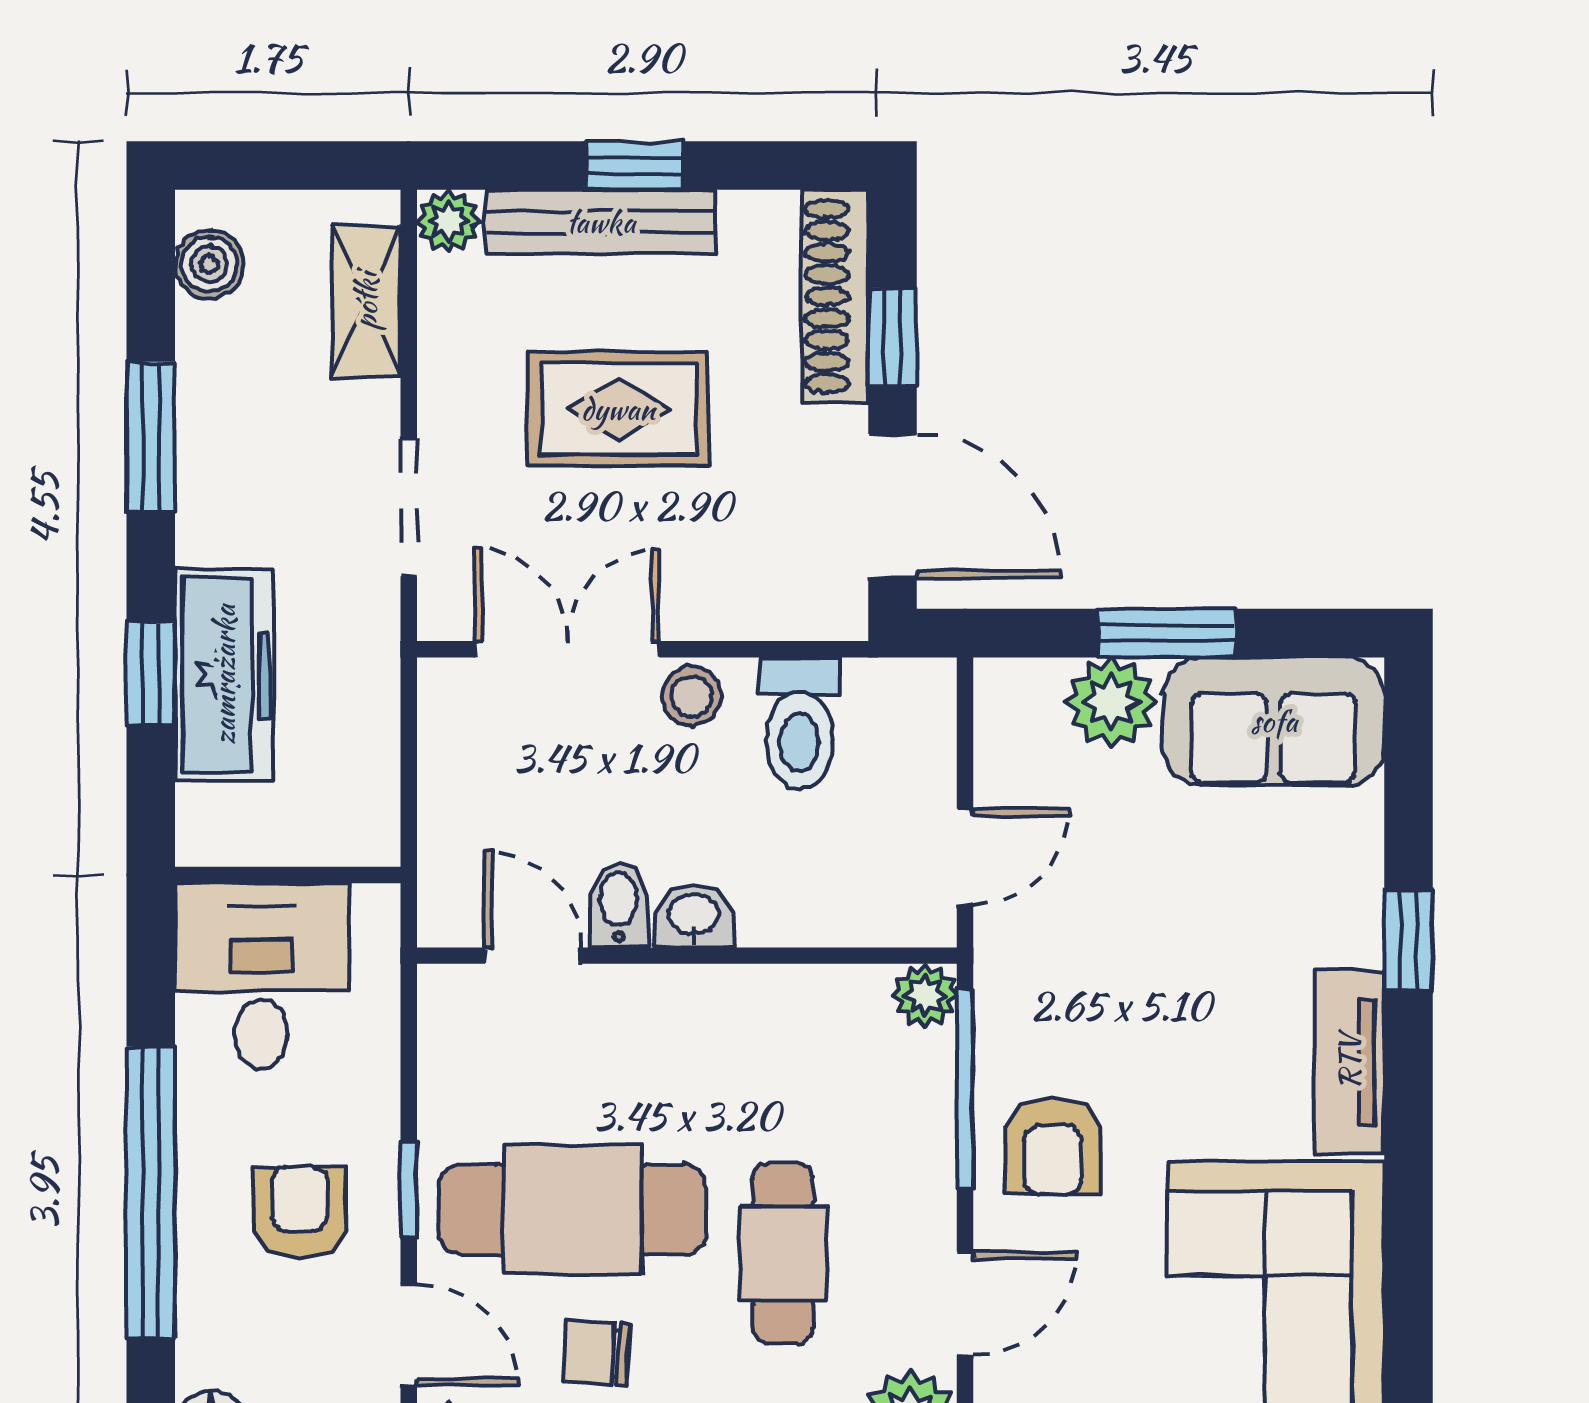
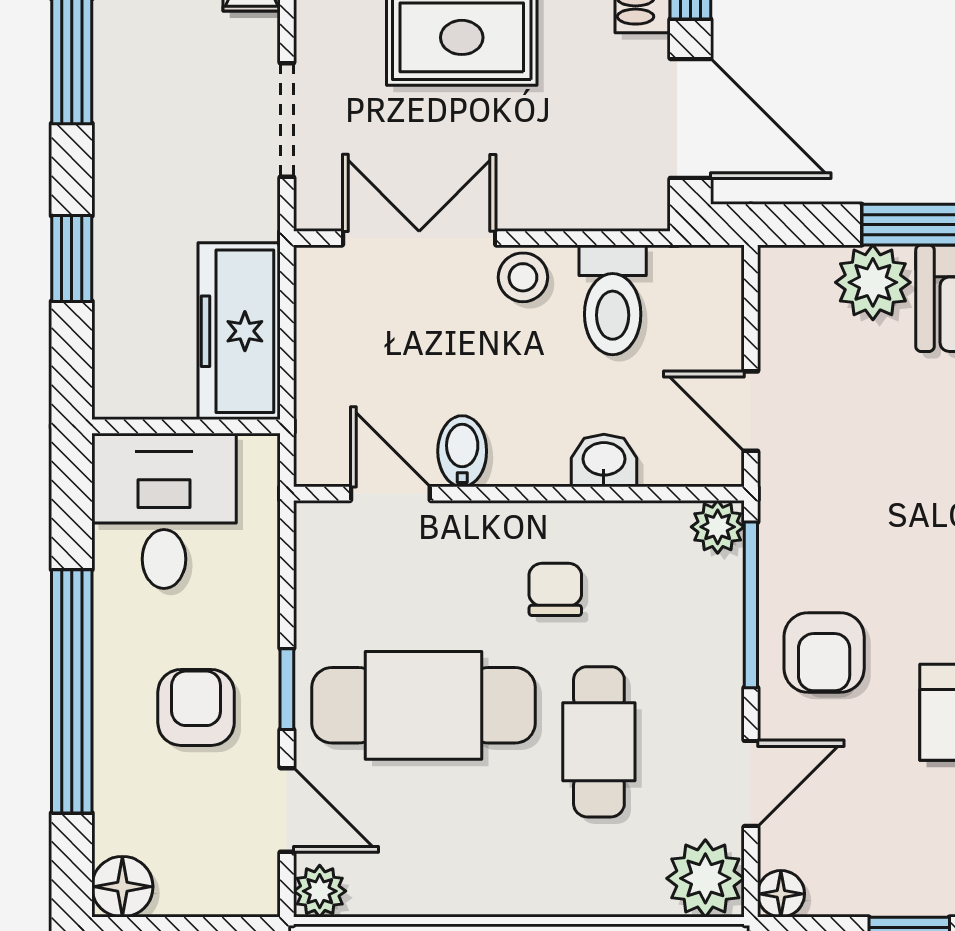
freezer: (224, 675) -> (239, 331), moved, turned 180
door: (965, 857) -> (751, 411), swing flipped
washbasin: (694, 916) -> (604, 460), moved
chair: (596, 1353) -> (555, 589), moved, turned 86

